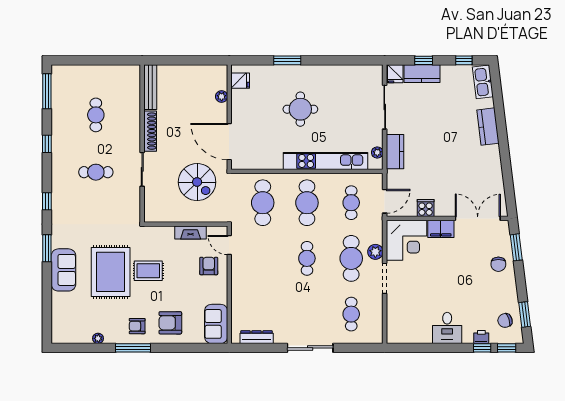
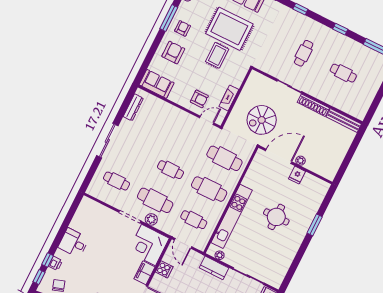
fridge: (240, 81) -> (297, 175), moved
plant: (222, 97) -> (300, 161), moved

